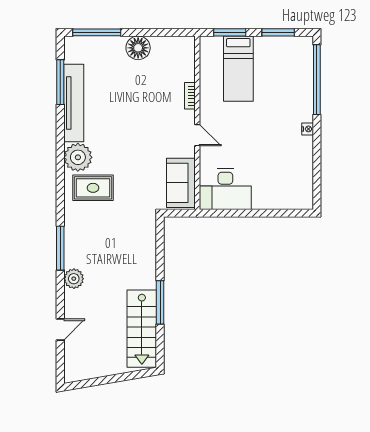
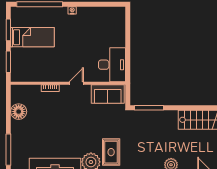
floor lamp: (138, 48) -> (19, 112), moved
bed: (238, 69) -> (32, 37), moved
window: (160, 302) -> (149, 108), moved

